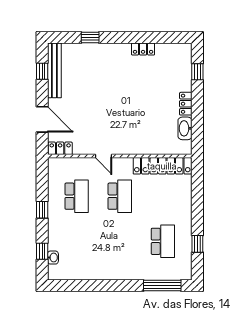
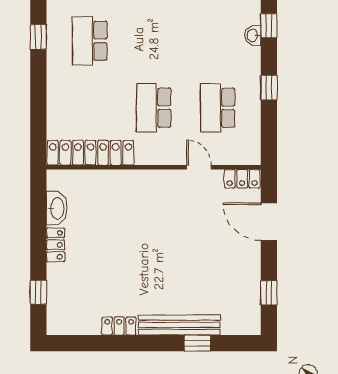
bench: (54, 70) -> (179, 325), moved, turned 90
door: (104, 156) -> (199, 167), moved
washbasin: (53, 258) -> (253, 35), moved

